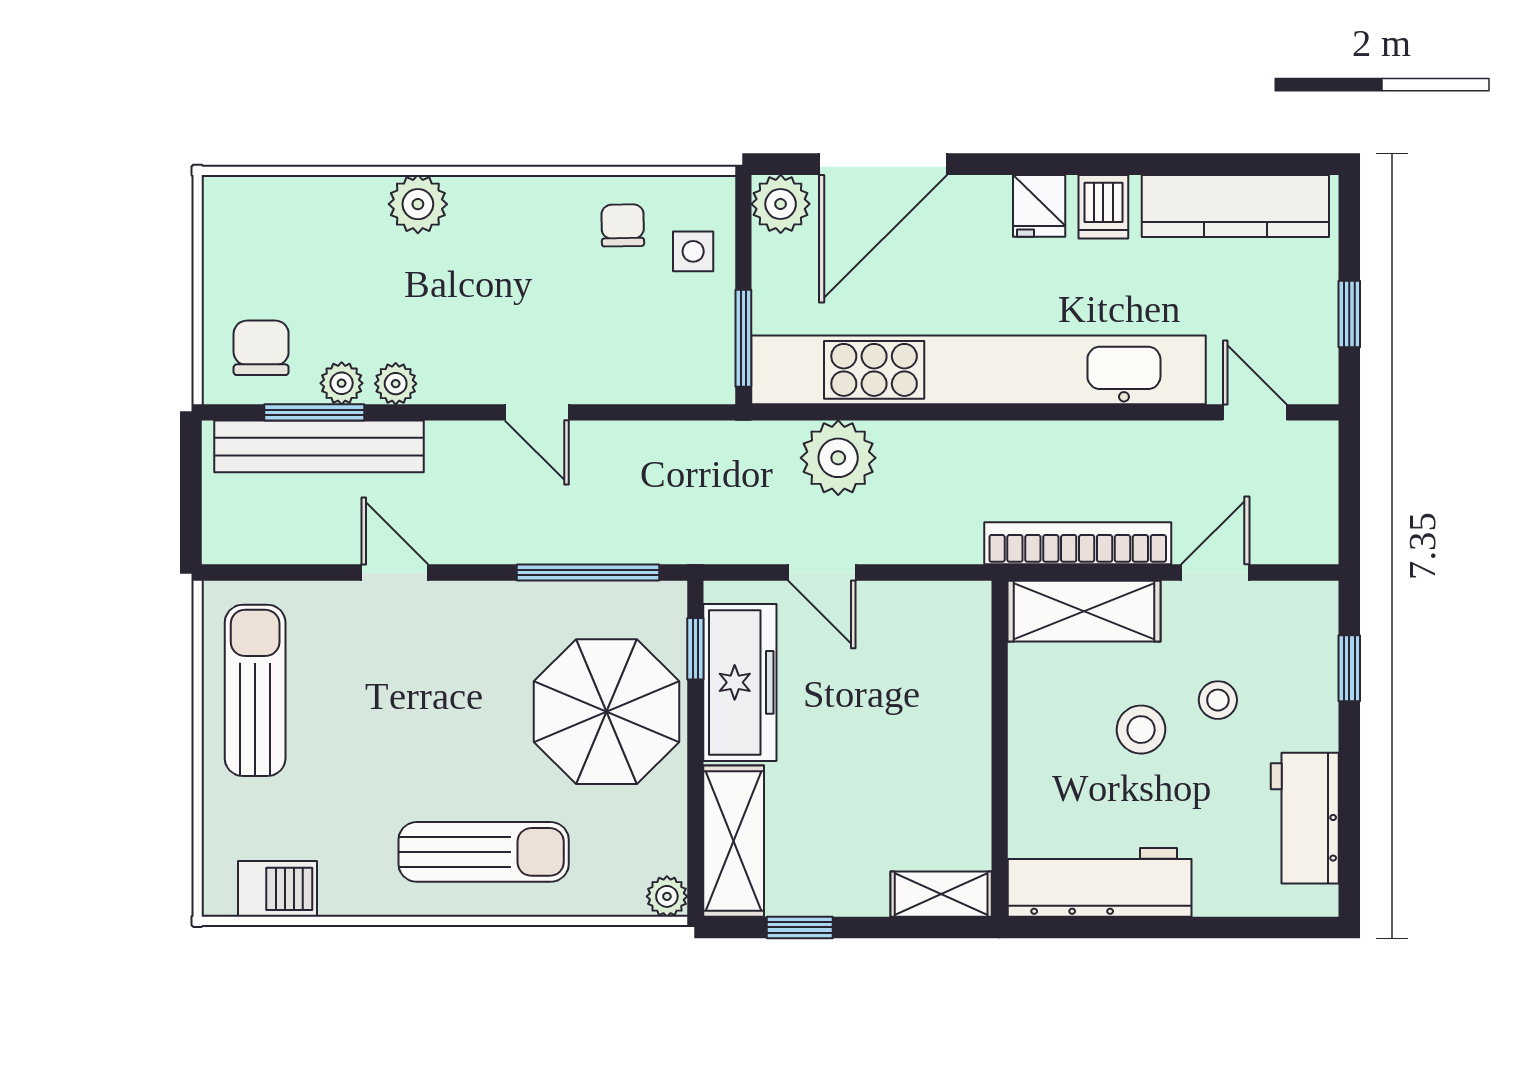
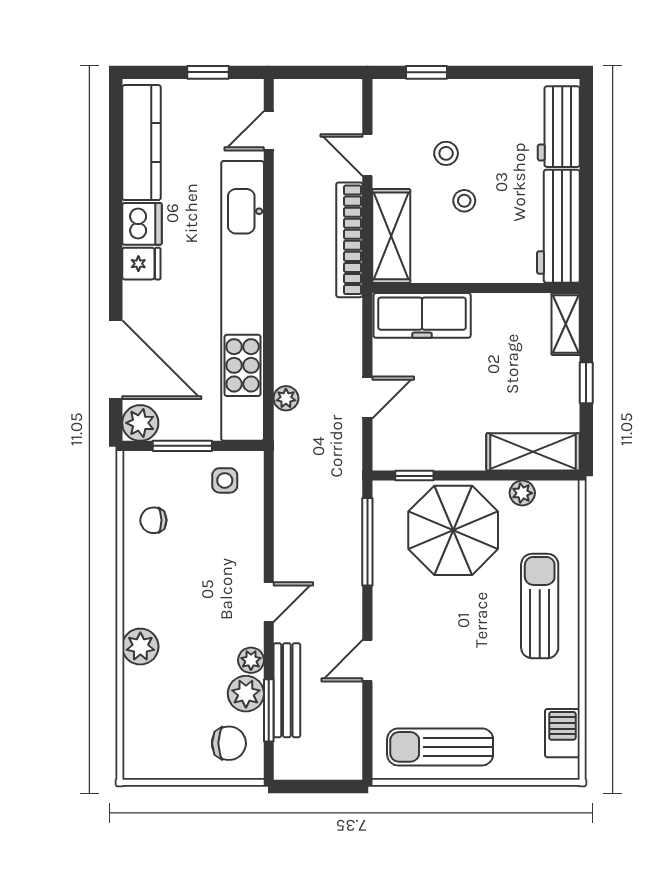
dishwasher: (1103, 207) -> (142, 224), width x1.38
side table: (693, 251) -> (225, 480), moved
window: (743, 338) -> (182, 446), moved
chair: (261, 348) -> (229, 743), turned 180
plant: (342, 383) -> (246, 694), width x1.38, depth x1.38
door: (537, 412) -> (269, 602), moved
bench: (319, 446) -> (287, 690), width x0.73, depth x0.82
plant: (838, 458) -> (286, 398), width x0.53, depth x0.53
freezer: (740, 682) -> (422, 315), moved, turned 180
stool: (1141, 730) -> (464, 201), width x0.73, depth x0.73
workbench: (1305, 818) -> (559, 127), moved, turned 90
plant: (667, 896) -> (522, 493), moved
window: (800, 927) -> (586, 383), moved

